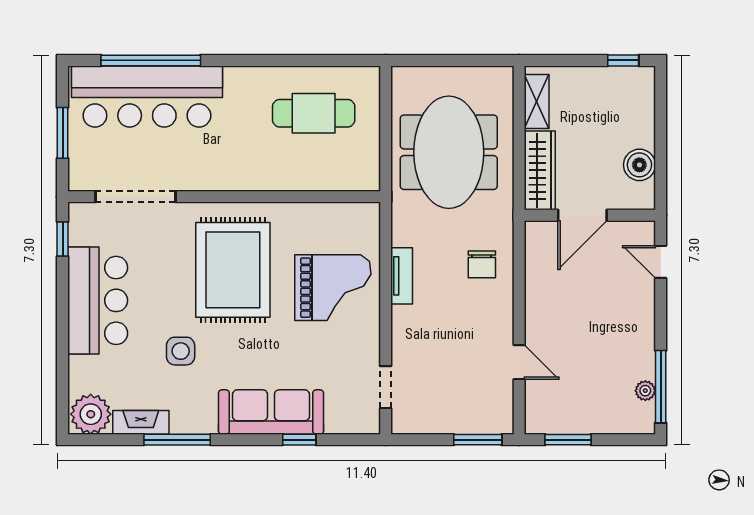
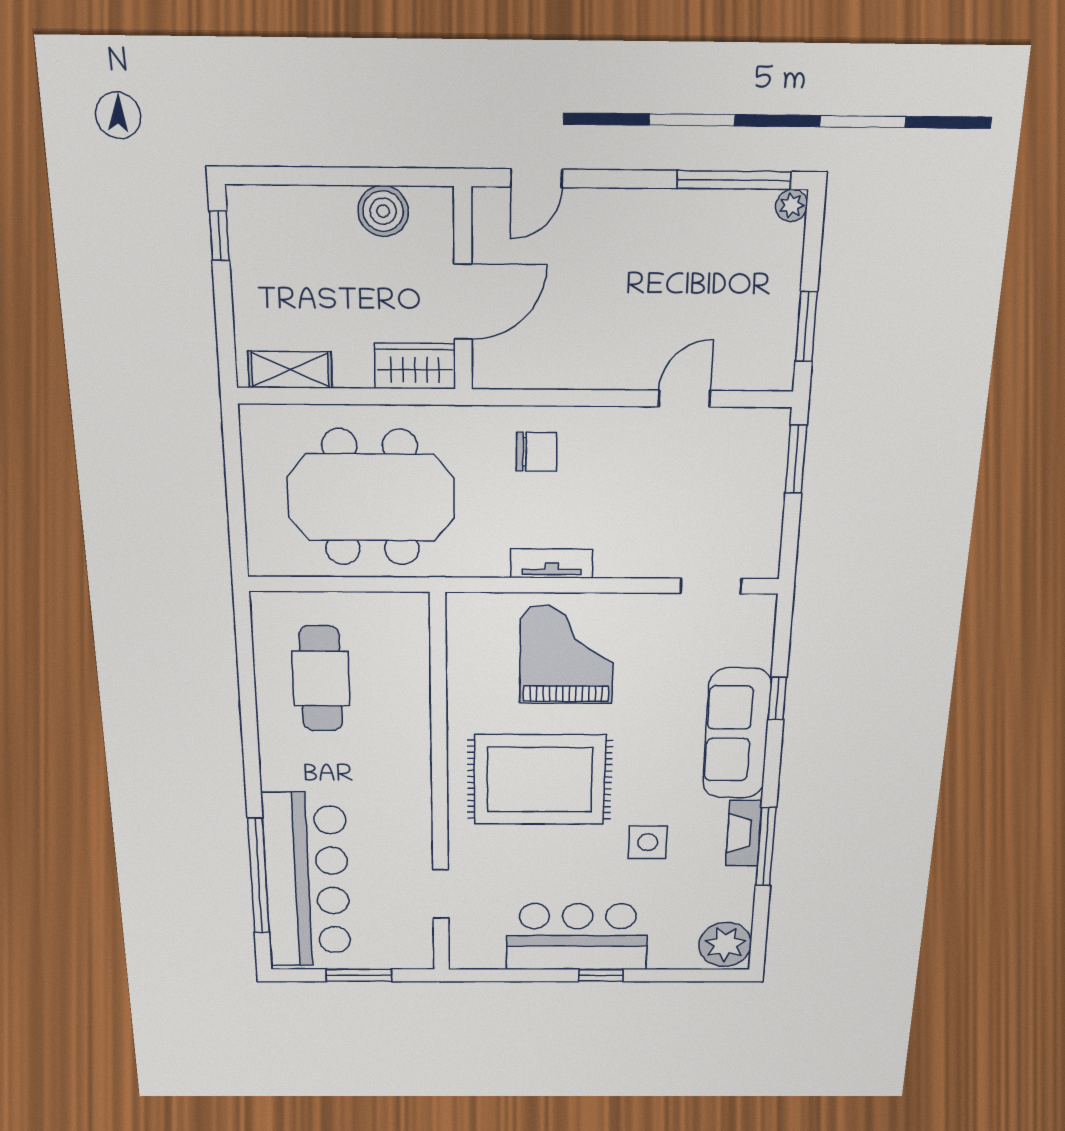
wardrobe: (540, 170) -> (415, 366), width x0.67
doorway: (136, 197) -> (441, 894), width x0.53
door: (582, 215) -> (463, 302), hinge flipped
window: (63, 239) -> (601, 975), moved
plant: (645, 391) -> (792, 205), moved
fireplace: (141, 422) -> (744, 833), moved

